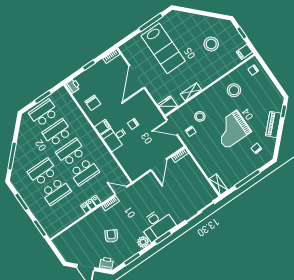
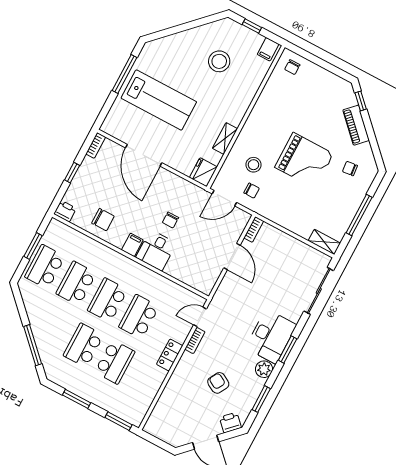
stool: (234, 90) -> (281, 107), removed
grand piano: (231, 130) -> (304, 160), turned -90
school desk: (84, 172) -> (139, 317), turned 180

